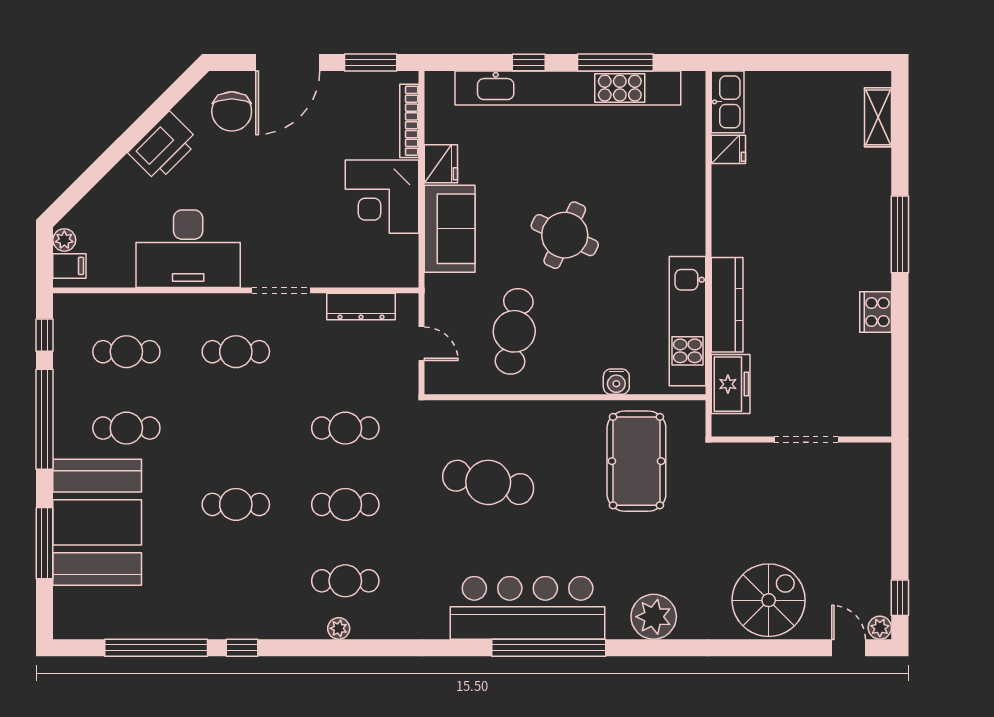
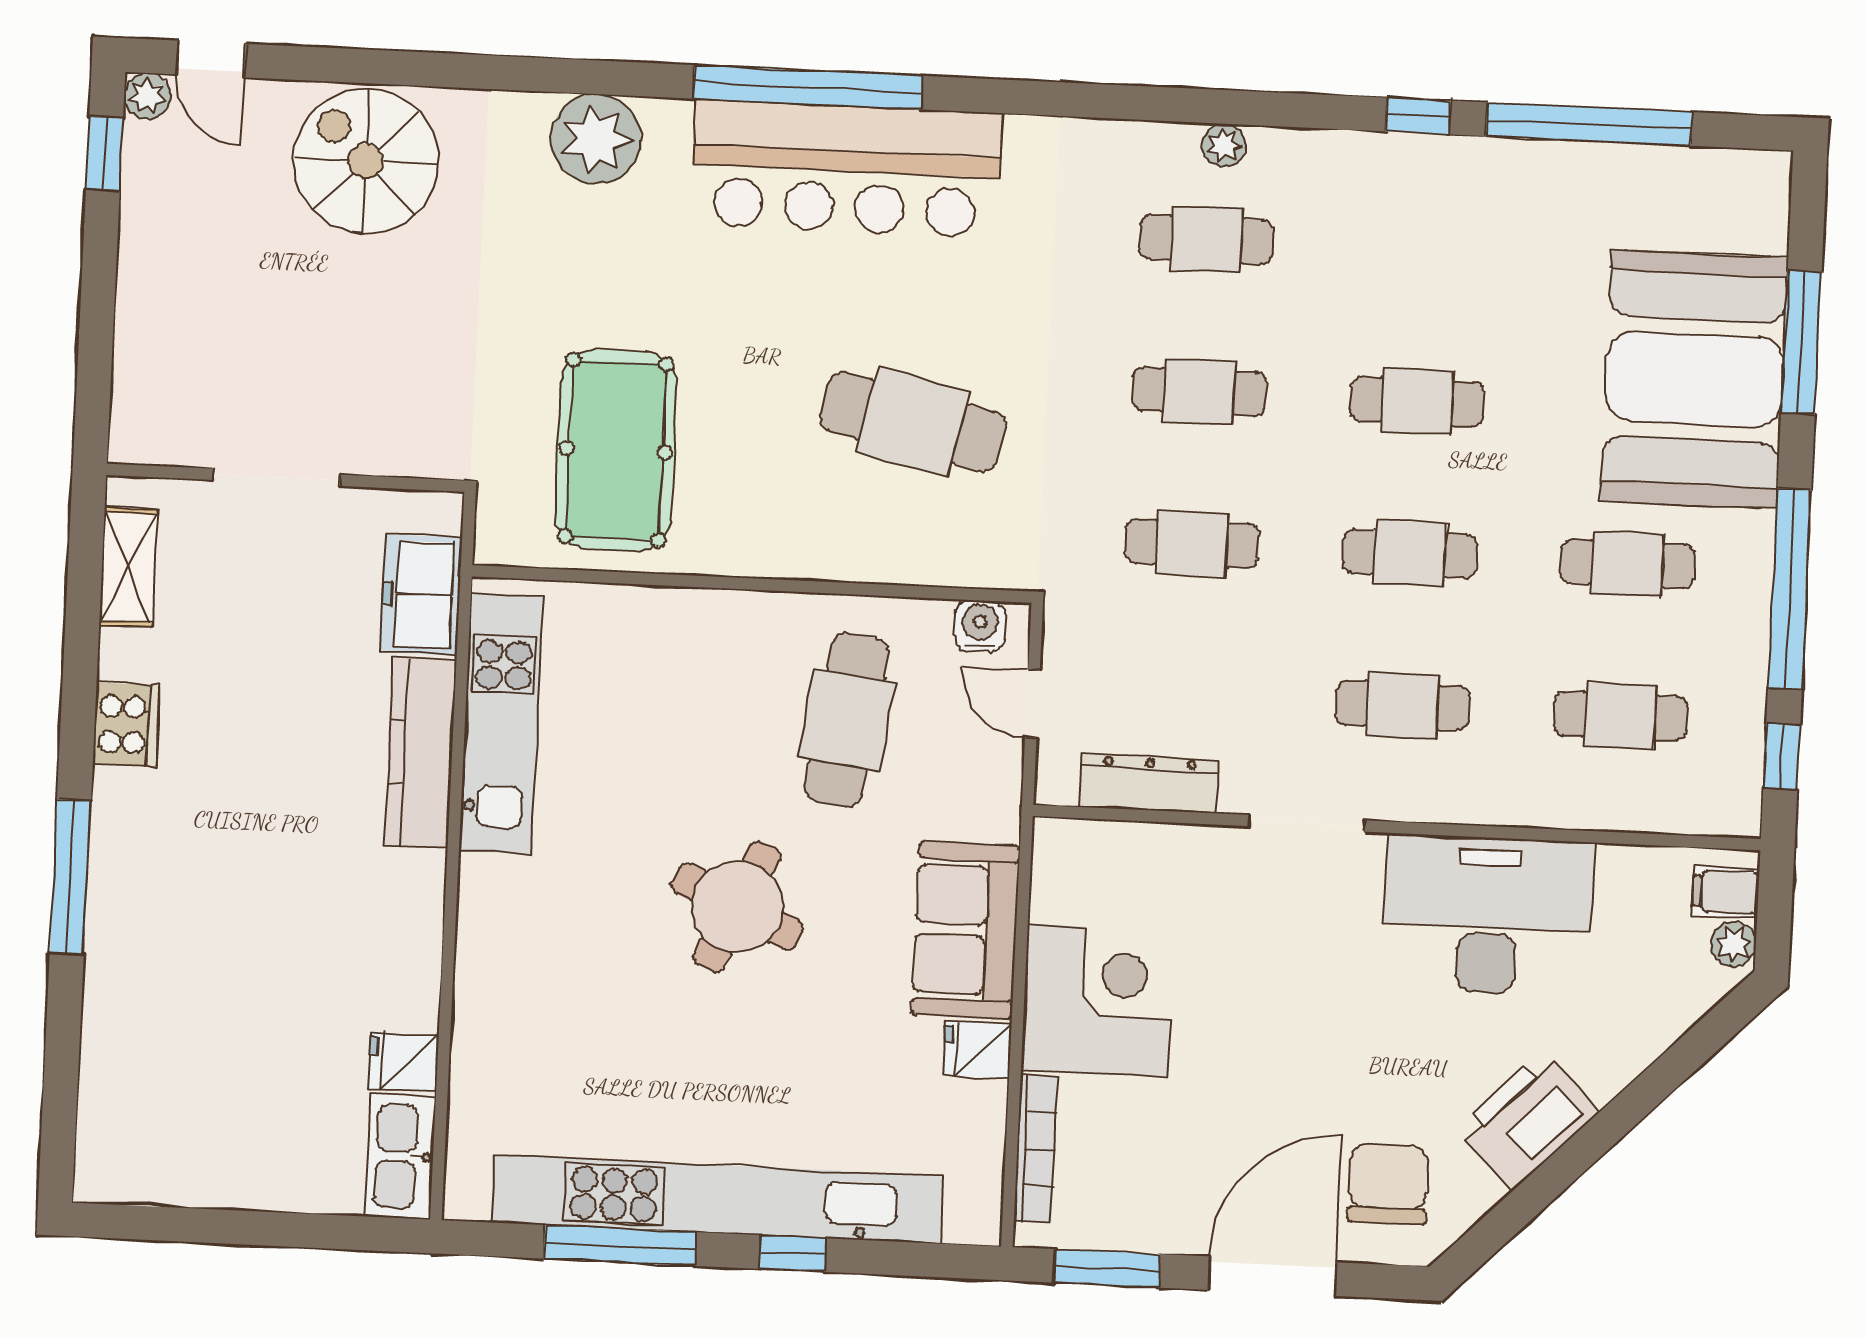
shelving: (878, 117) -> (128, 567), moved
fridge: (441, 164) -> (978, 1050), width x0.72
water cooler: (616, 382) -> (980, 626), moved
cafe table: (236, 428) -> (1410, 554), added
spiral stairs: (769, 600) -> (366, 161), turned 90

